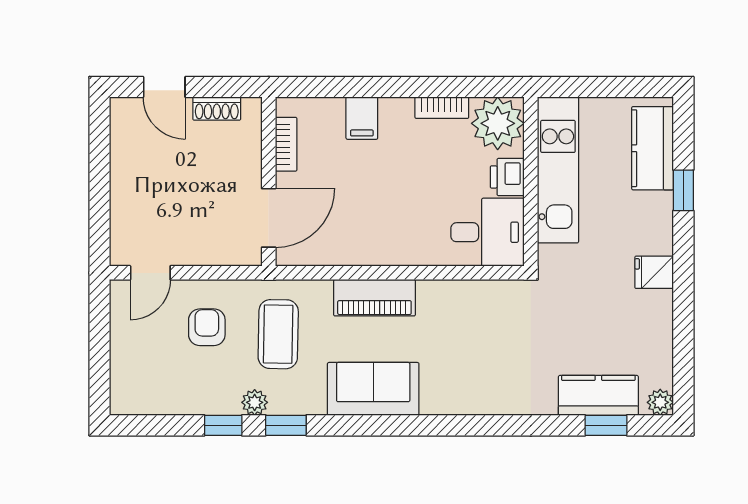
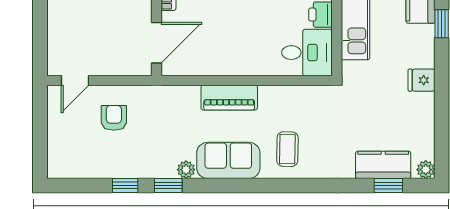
coffee table: (278, 334) -> (287, 149), moved, width x0.73, depth x0.77
plant: (255, 402) -> (186, 170), moved

